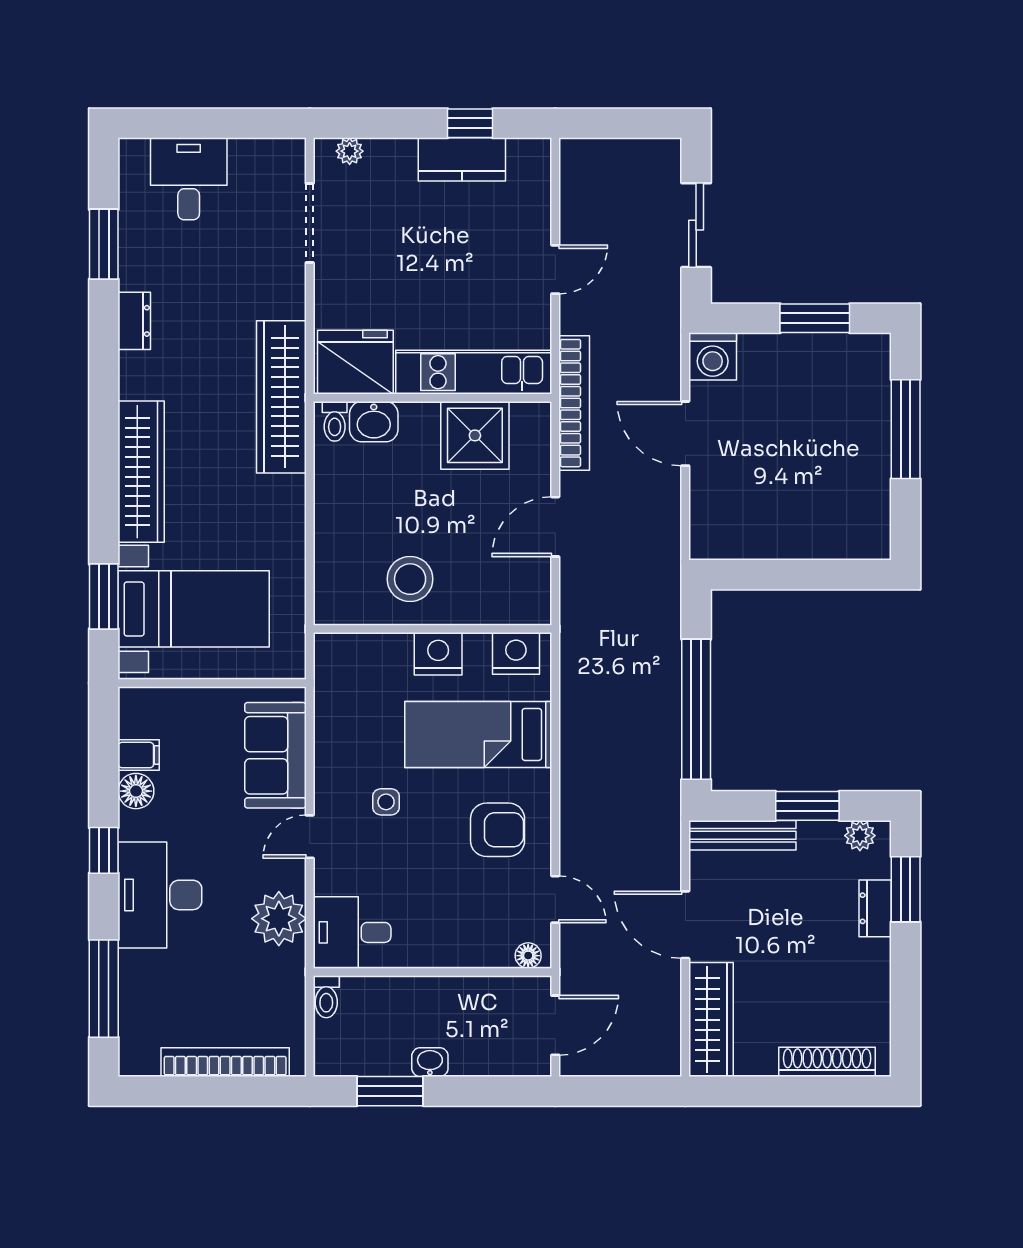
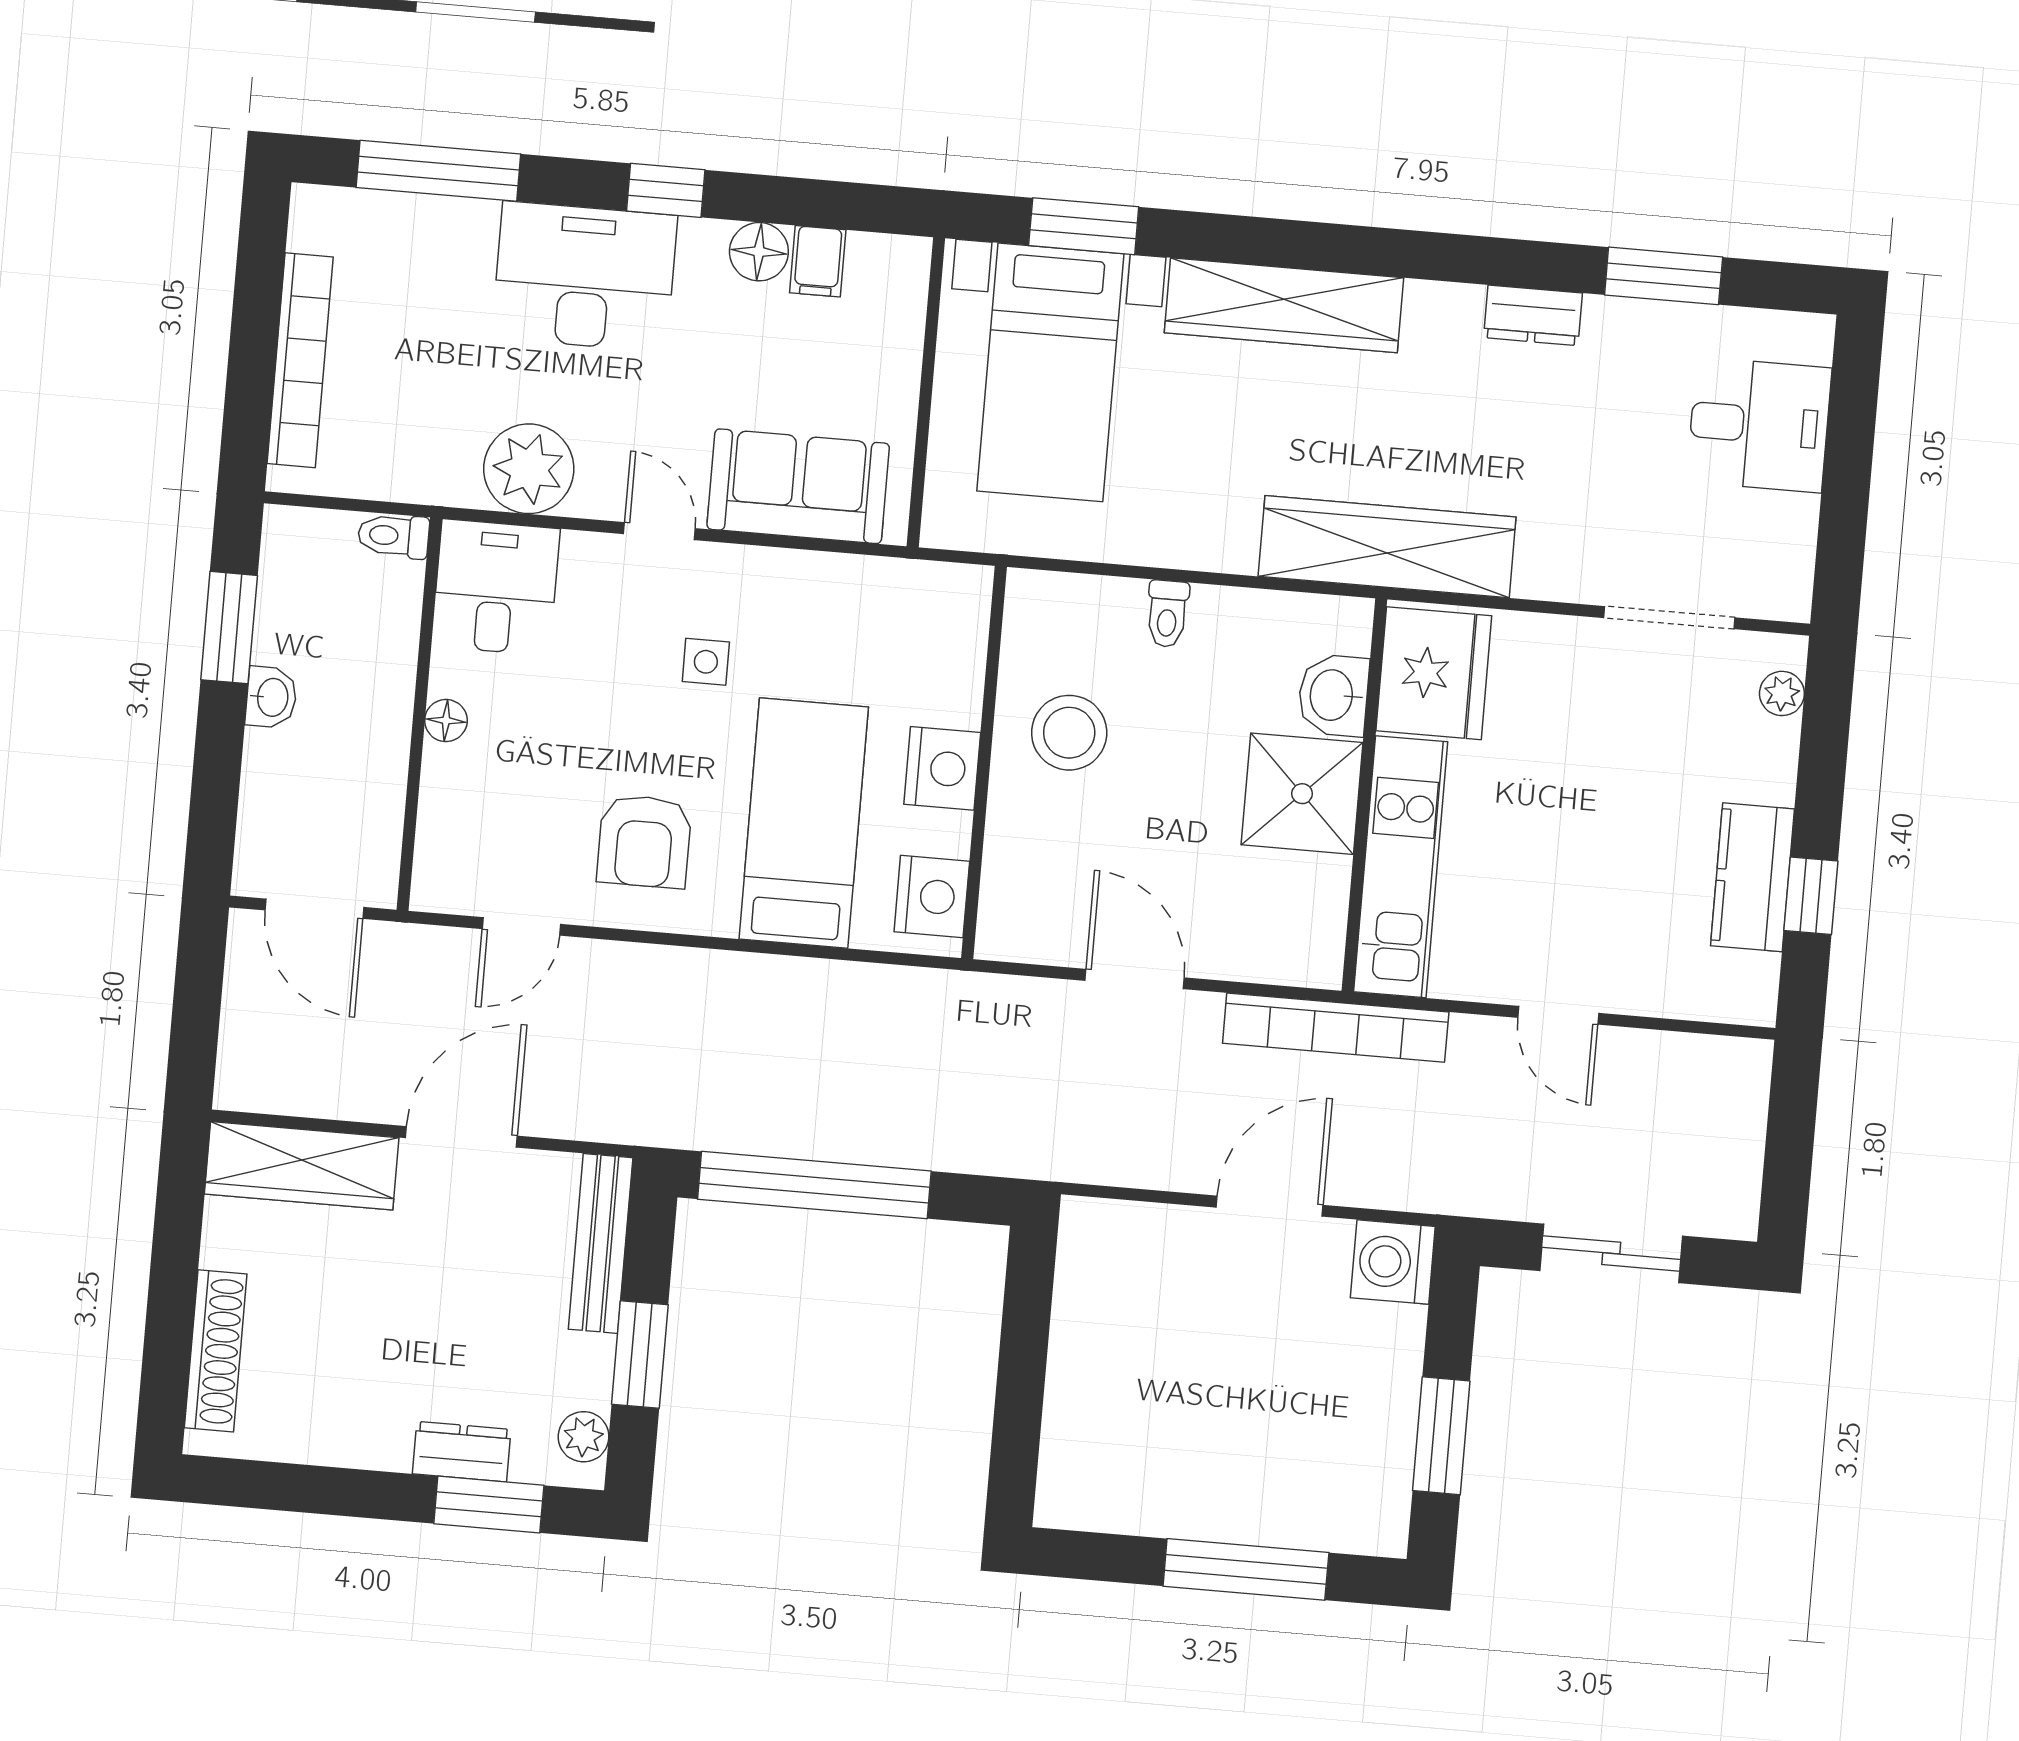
toilet: (335, 421) -> (1167, 614), moved, turned -90
shower: (475, 435) -> (1302, 794), moved
floor lamp: (528, 956) -> (446, 721), moved

